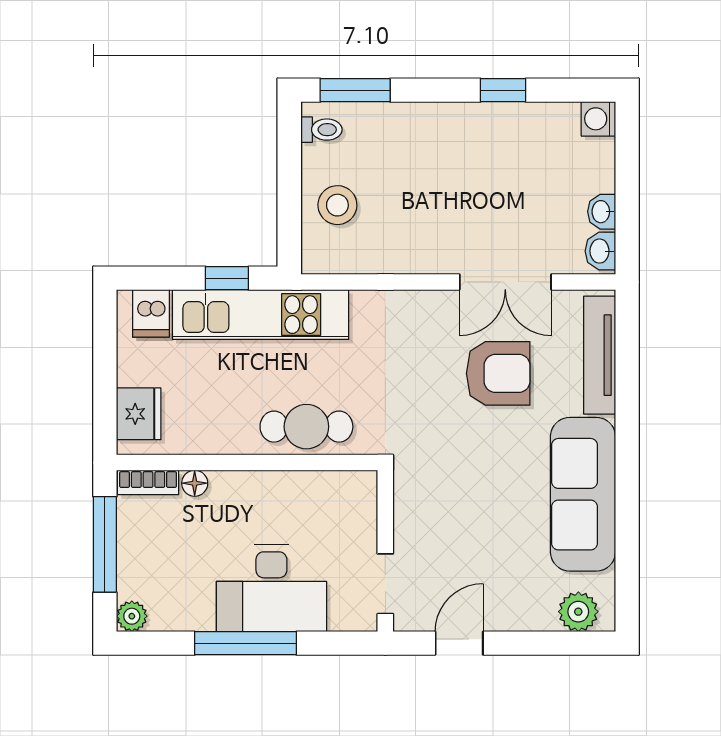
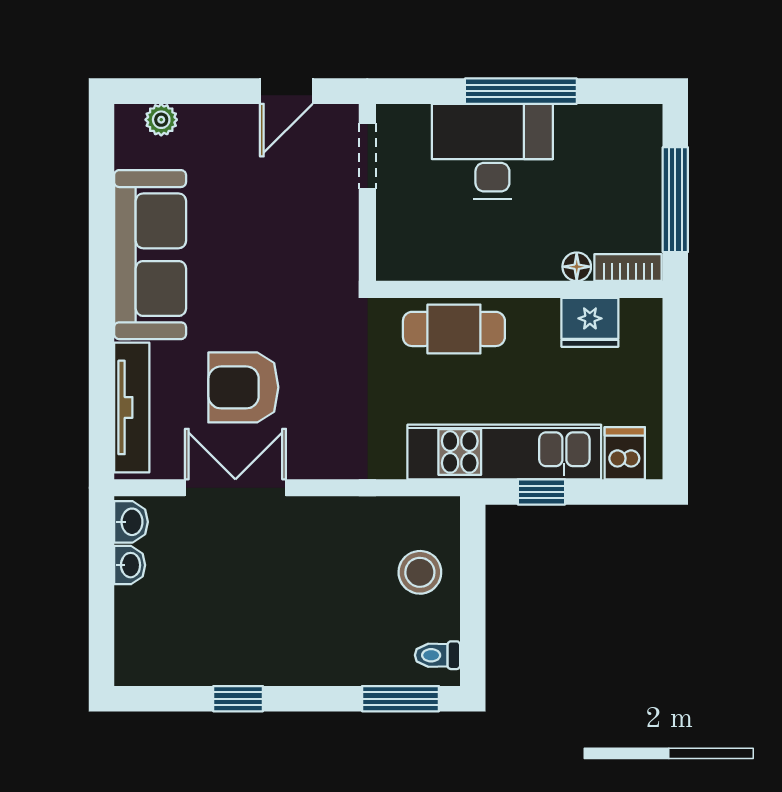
washing machine: (598, 119) -> (133, 667), removed
fridge: (139, 414) -> (590, 322), moved, turned -90
plant: (578, 612) -> (161, 120), width x0.73, depth x0.73
plant: (132, 616) -> (646, 121), removed

